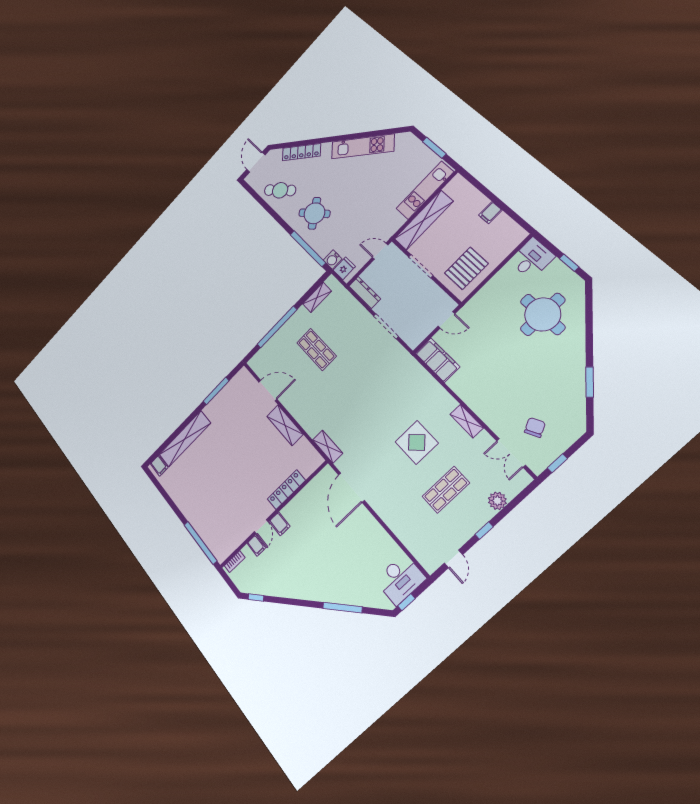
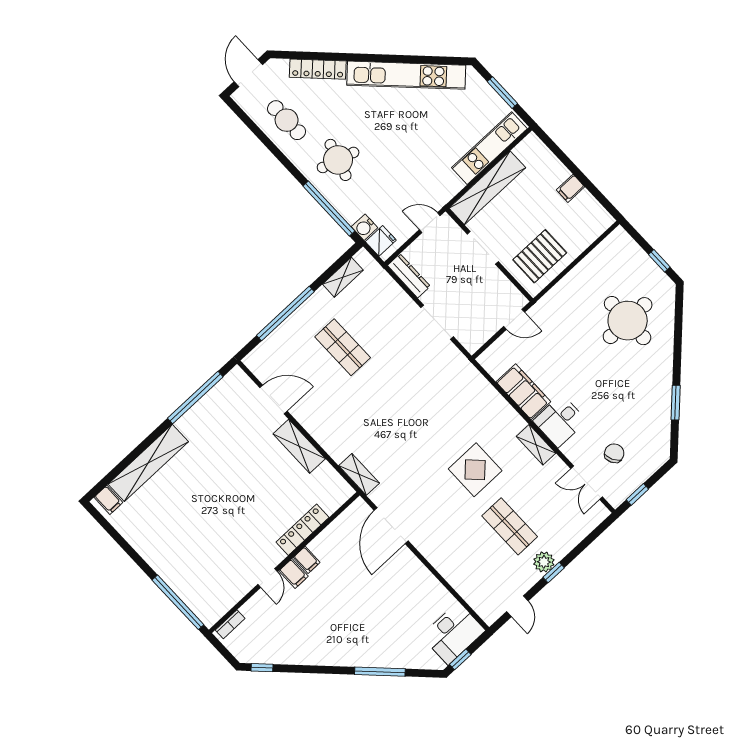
kitchen unit: (363, 146) -> (406, 75), width x1.36
cafe table: (280, 190) -> (287, 120), turned 38
round table: (314, 213) -> (338, 160), turned -36
desk: (532, 259) -> (560, 421), moved, turned 180
filing cabinet: (437, 360) -> (523, 392), moved
window: (216, 391) -> (195, 397), width x1.46
shop shelf: (446, 490) -> (510, 526), turned 90
plant: (497, 501) -> (544, 562), moved
filing cabinet: (256, 546) -> (307, 560), moved

